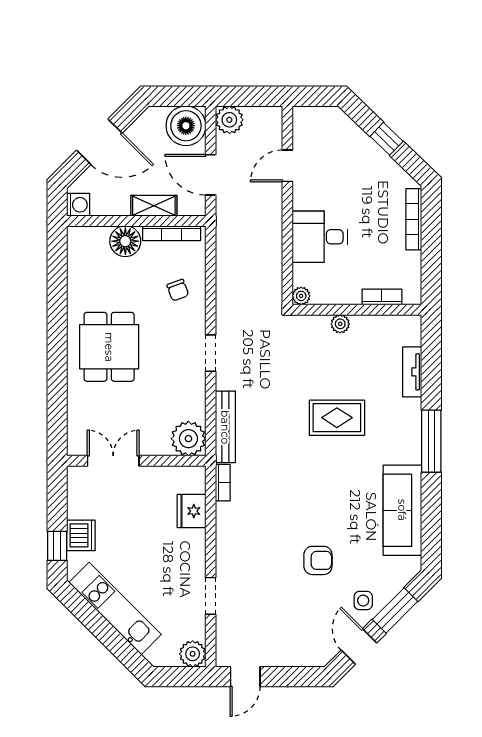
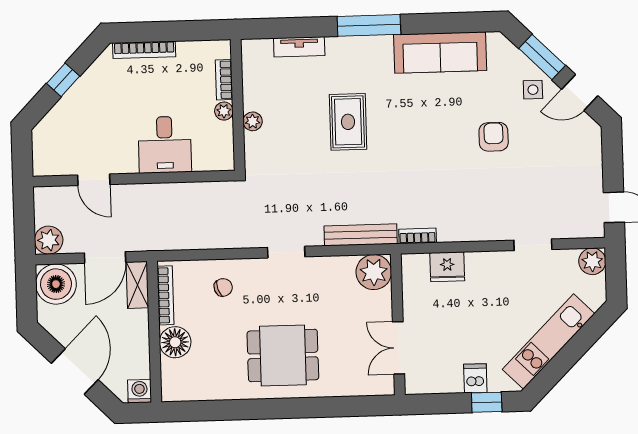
shelving: (154, 206) -> (137, 285), moved
plant: (301, 296) -> (224, 111), moved
dishwasher: (81, 535) -> (475, 378), width x0.73

